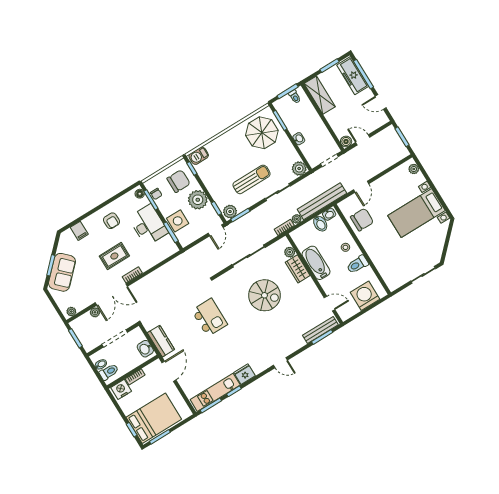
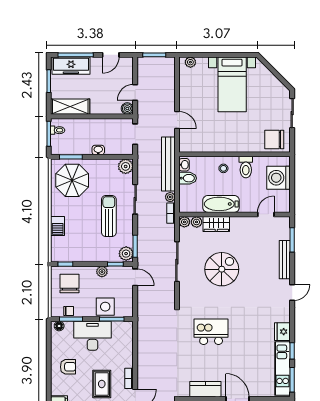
barbecue: (199, 156) -> (58, 226), moved
plant: (198, 200) -> (102, 272), width x0.53, depth x0.53
chair: (362, 220) -> (274, 139), moved, turned -90
plant: (284, 242) -> (184, 222), added
bench: (320, 330) -> (285, 260), moved

